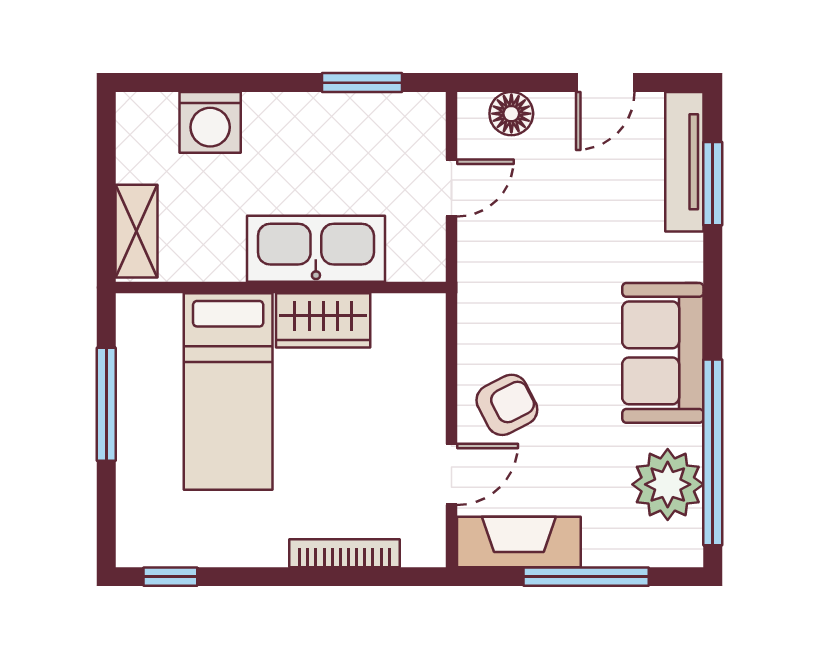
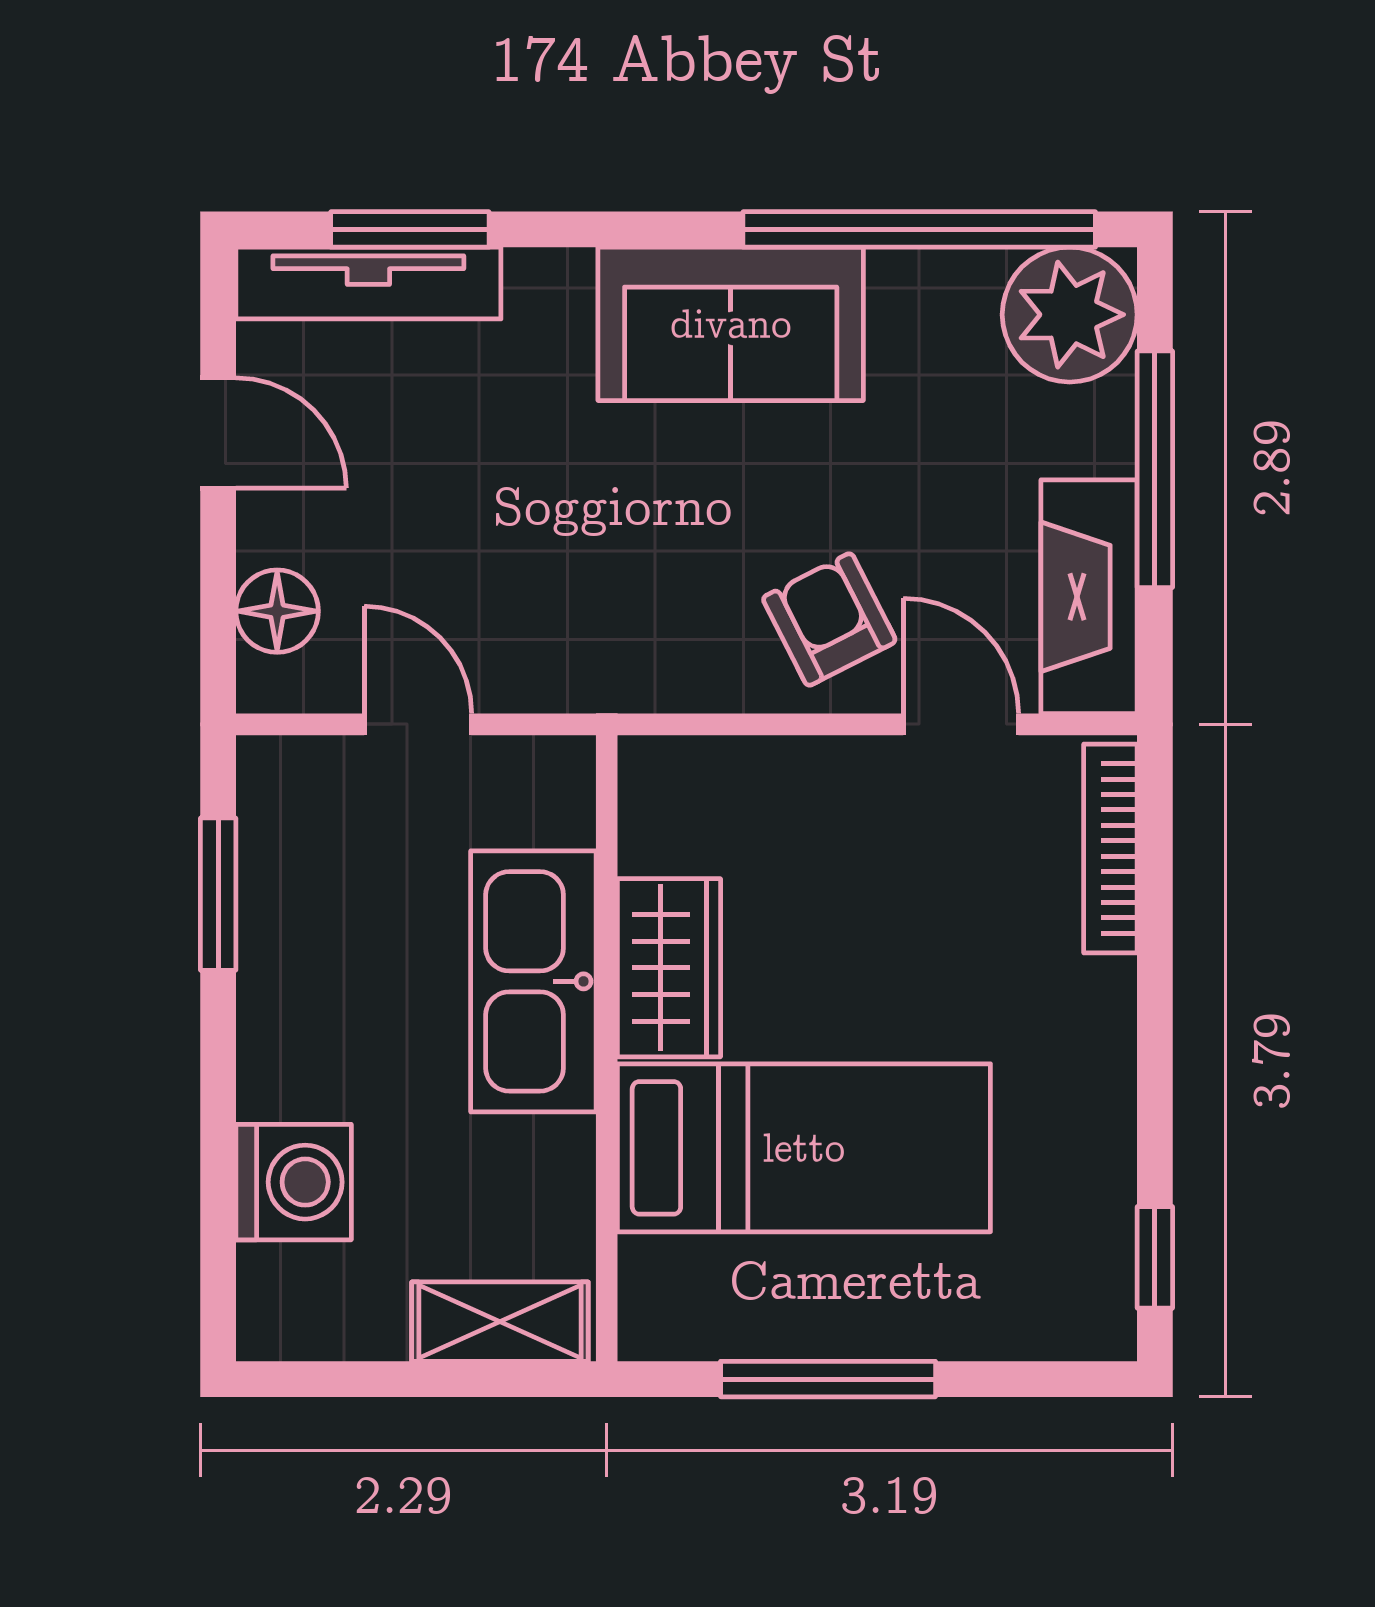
plant: (668, 484) -> (1070, 315), moved
bookcase: (344, 553) -> (1110, 848), moved

